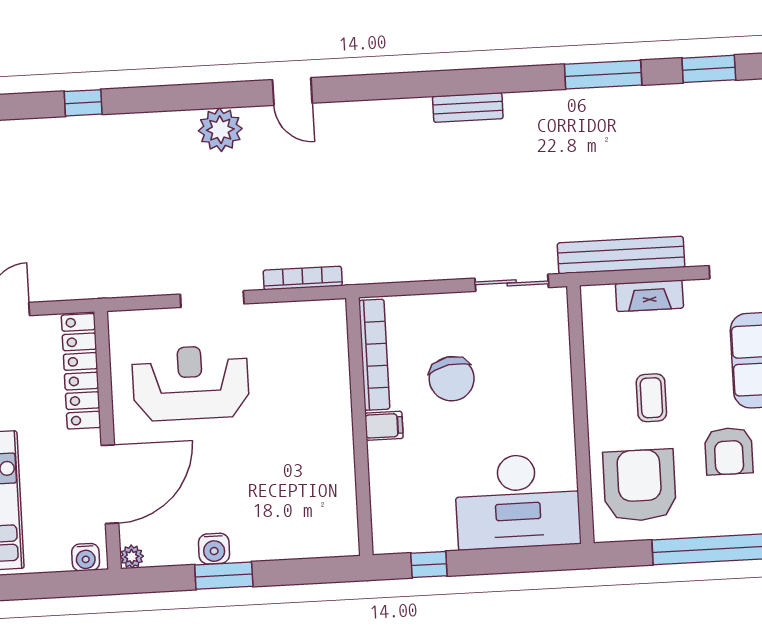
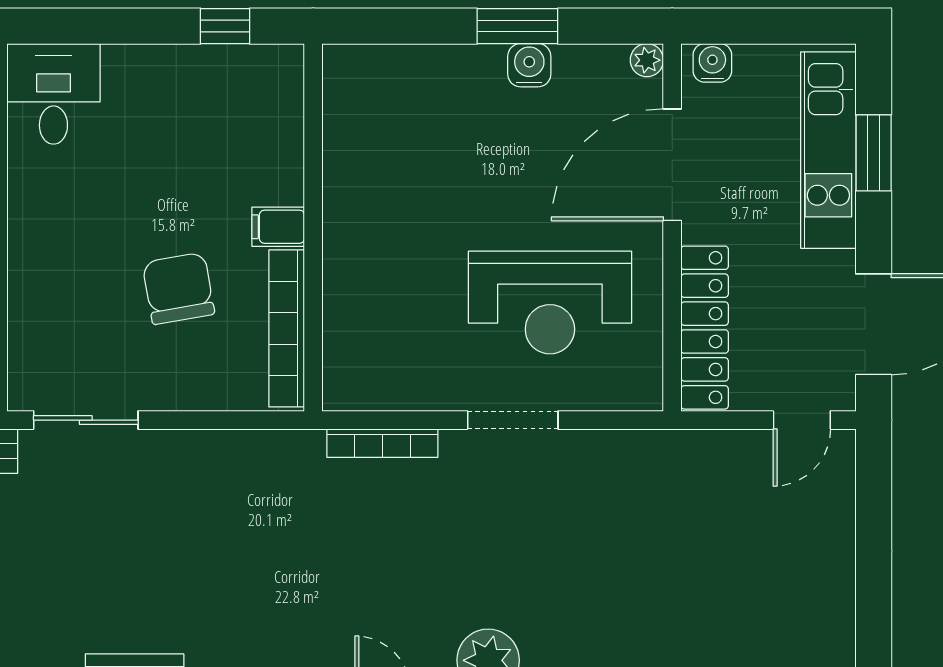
desk: (518, 501) -> (53, 94), width x0.53, depth x0.77

